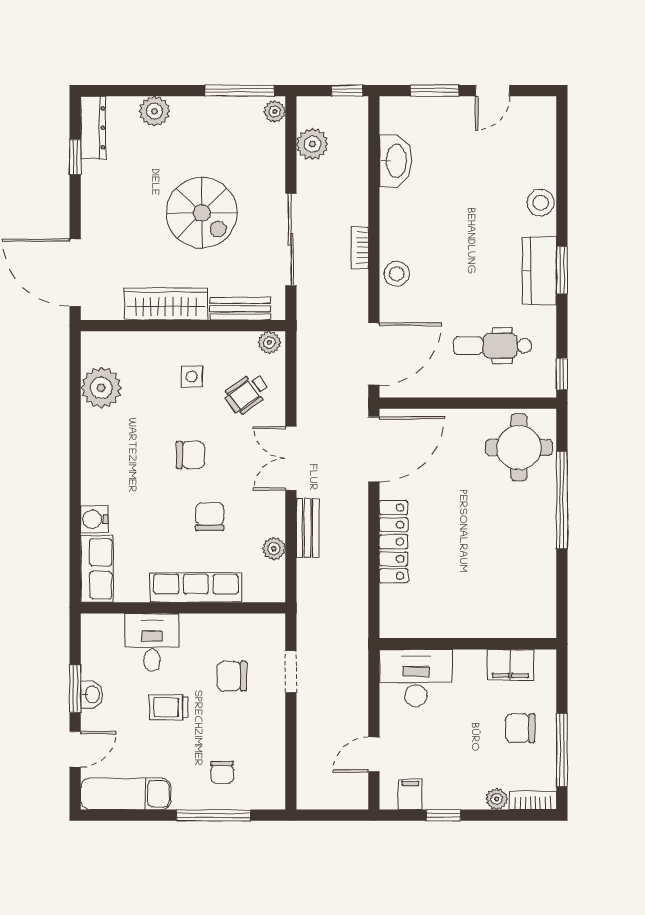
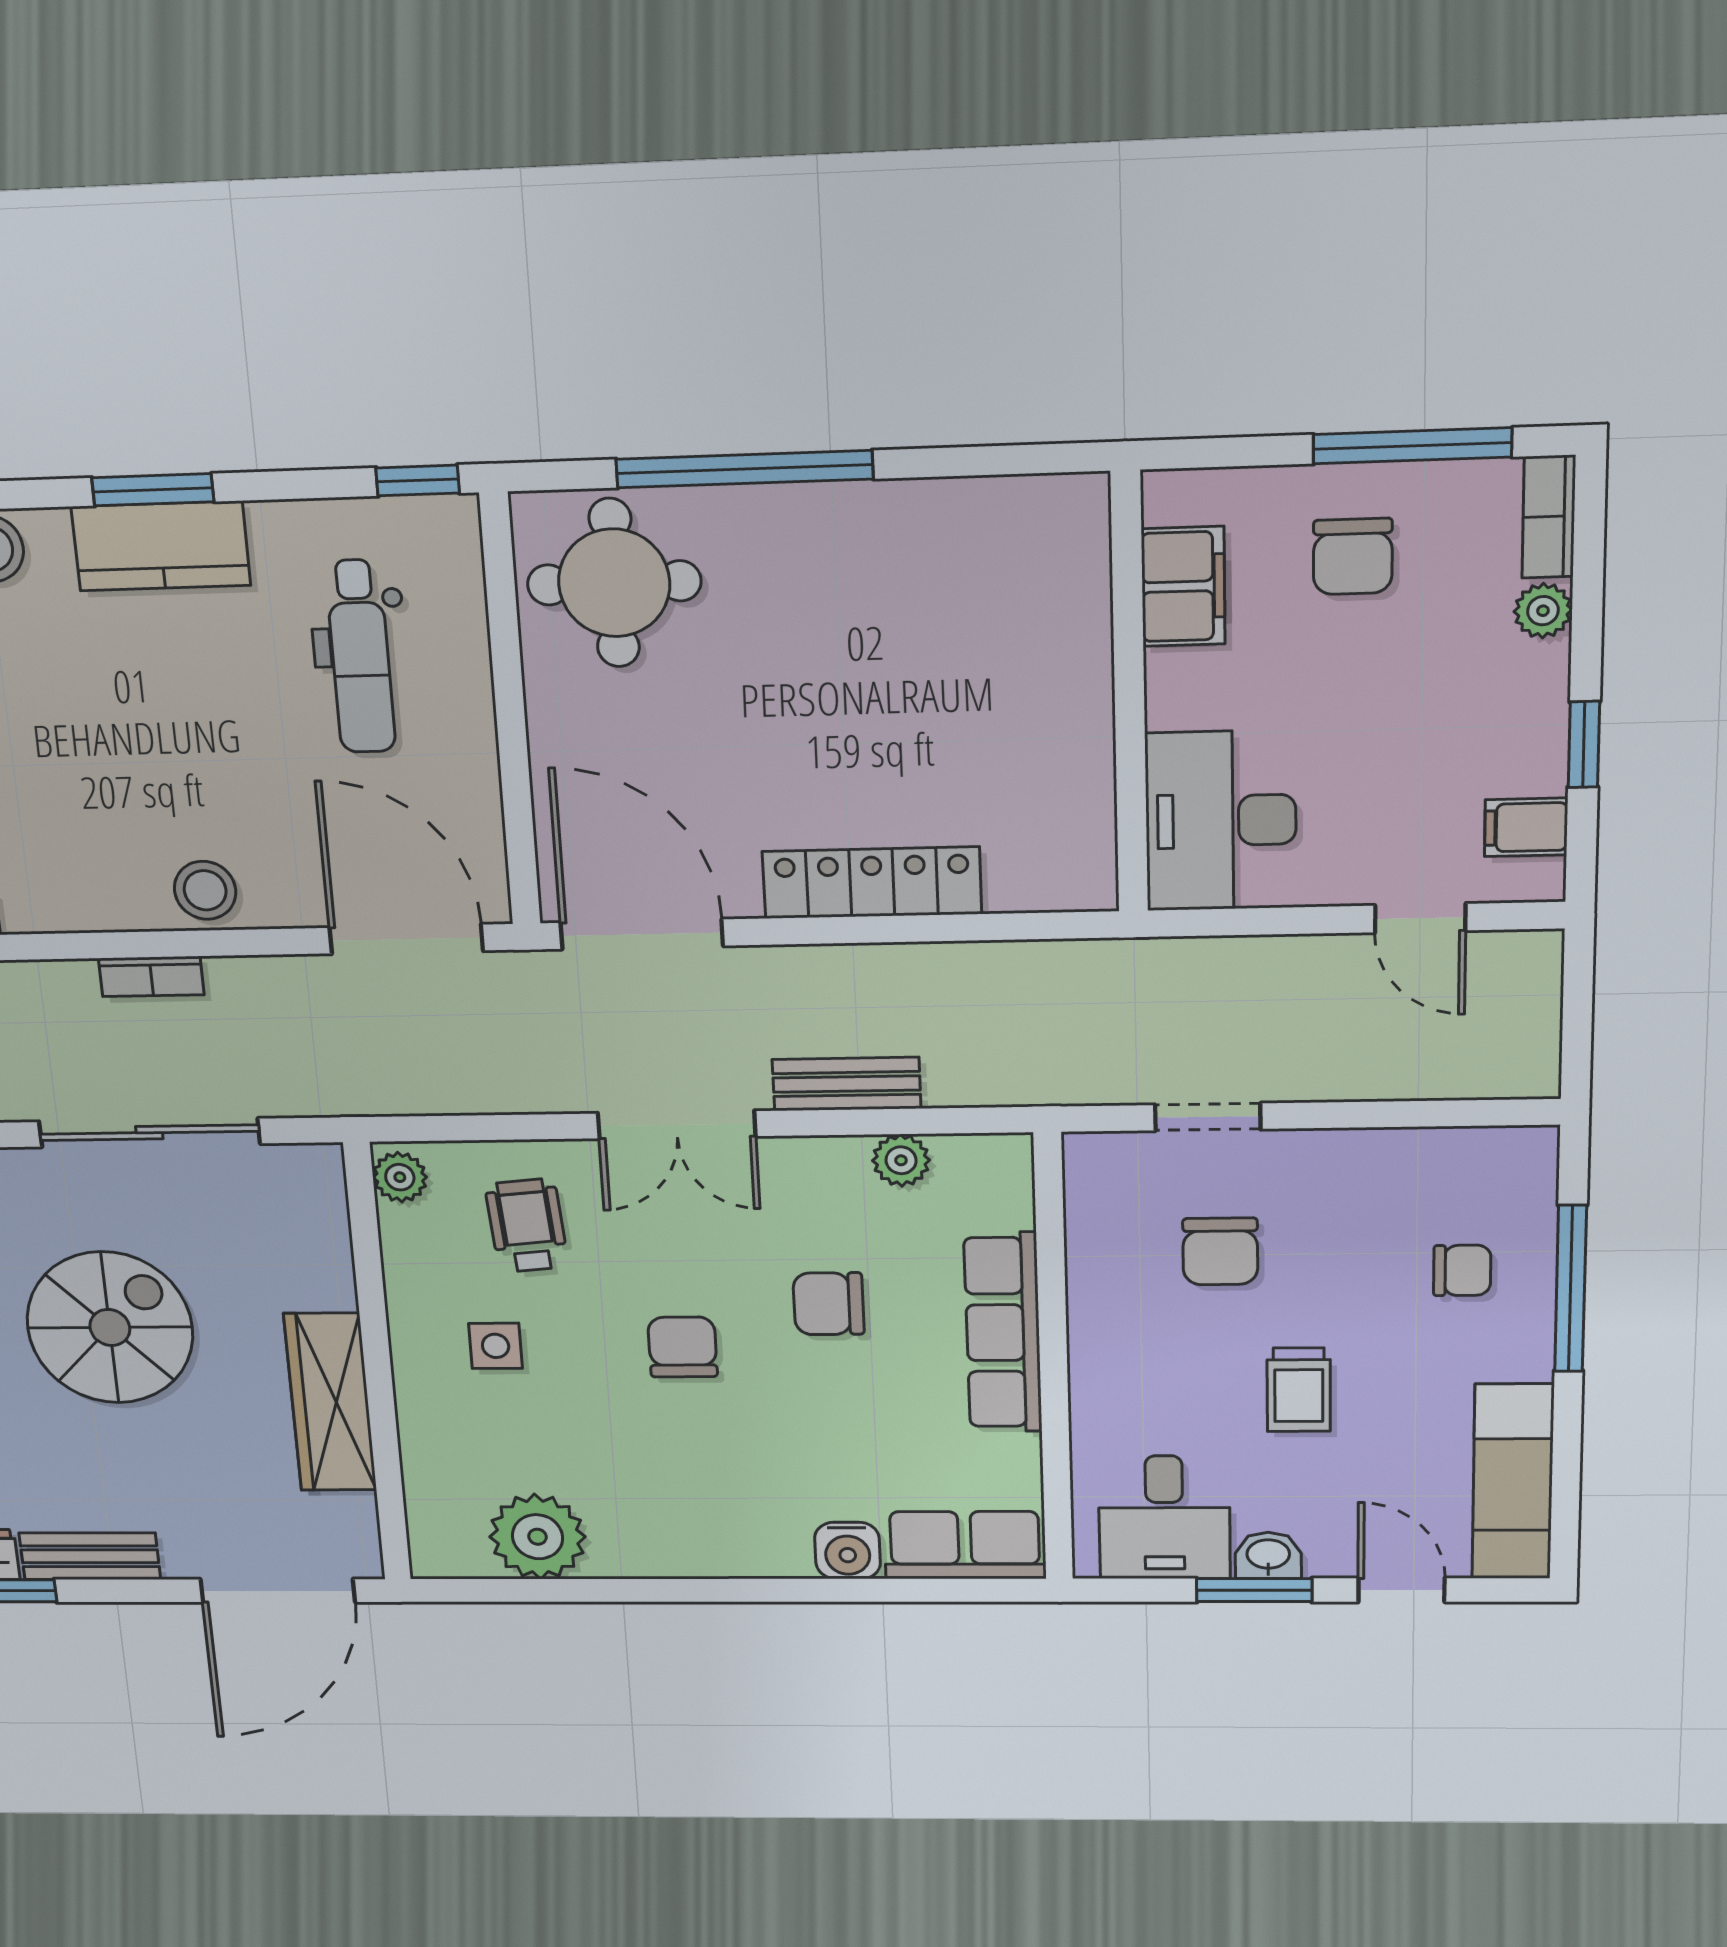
bench: (240, 309) -> (90, 1556), moved, turned 90
wheelchair: (247, 394) -> (527, 1226), turned -149
desk: (152, 642) -> (1164, 1517), moved, turned -90

